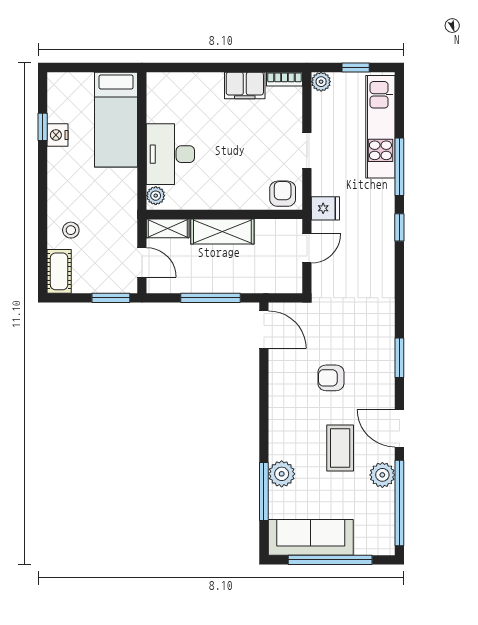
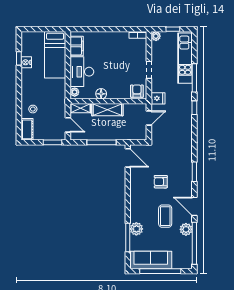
filing cabinet: (245, 85) -> (77, 46), moved, turned -90
floor lamp: (210, 199) -> (101, 94), added

